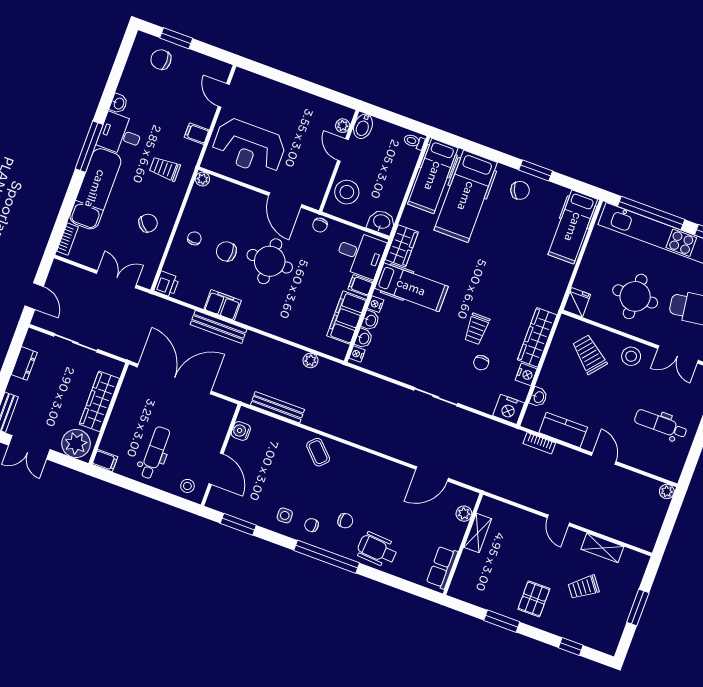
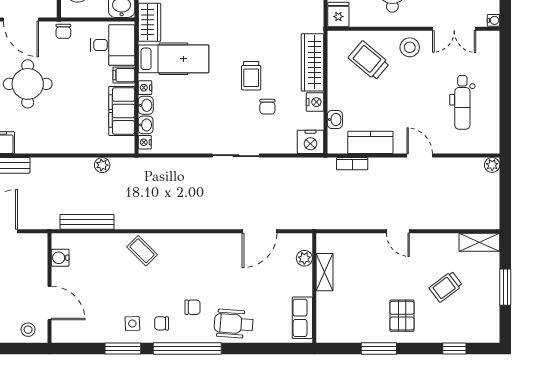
dental chair: (661, 424) -> (462, 102), turned -90
window: (238, 524) -> (123, 349), moved
shelving: (602, 548) -> (479, 242), moved

